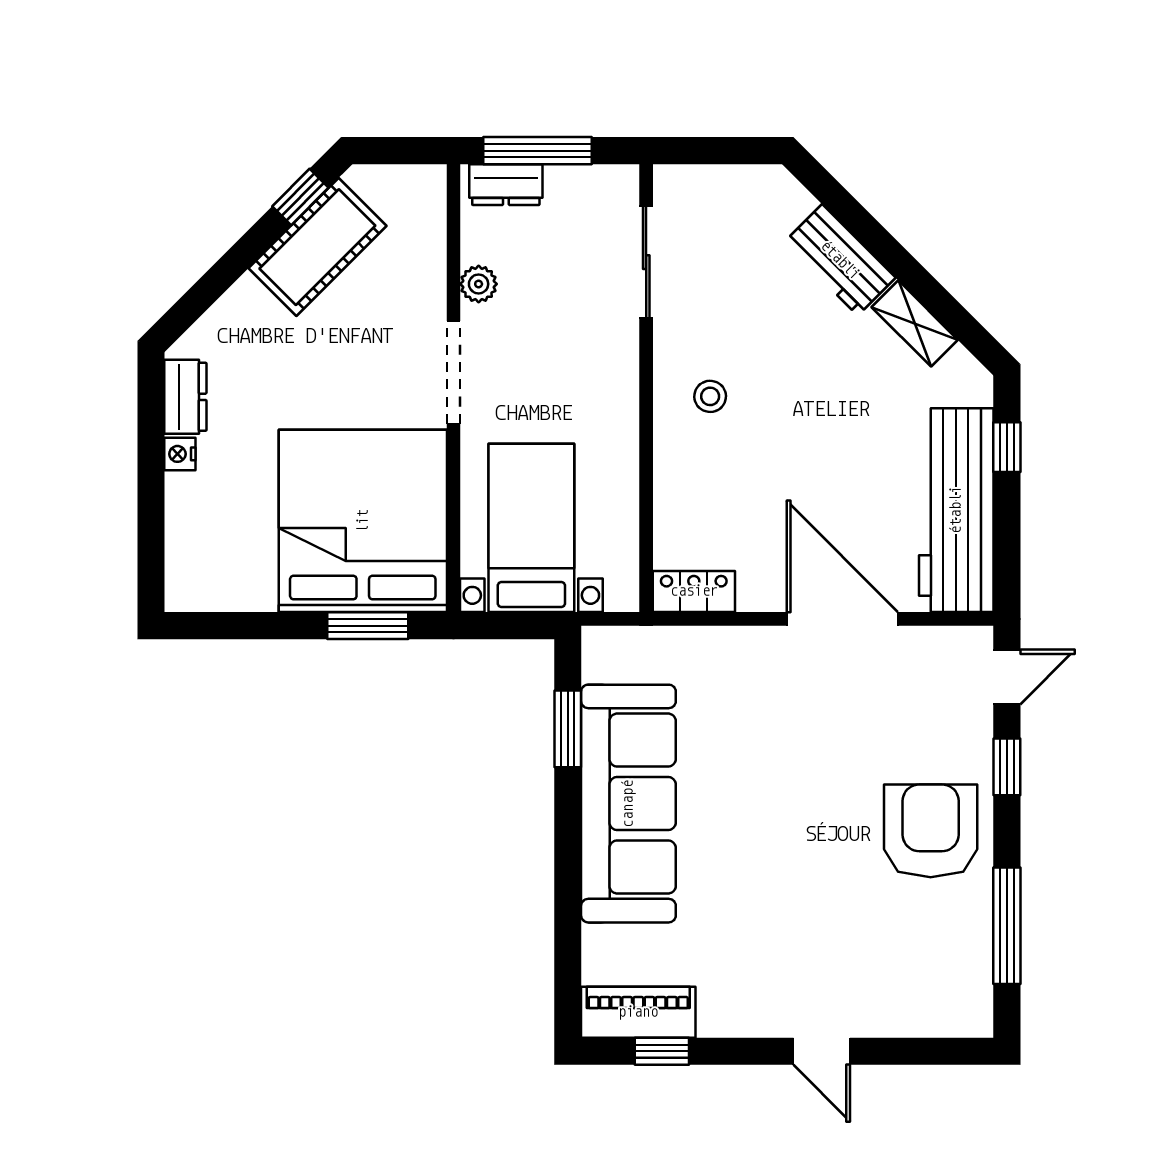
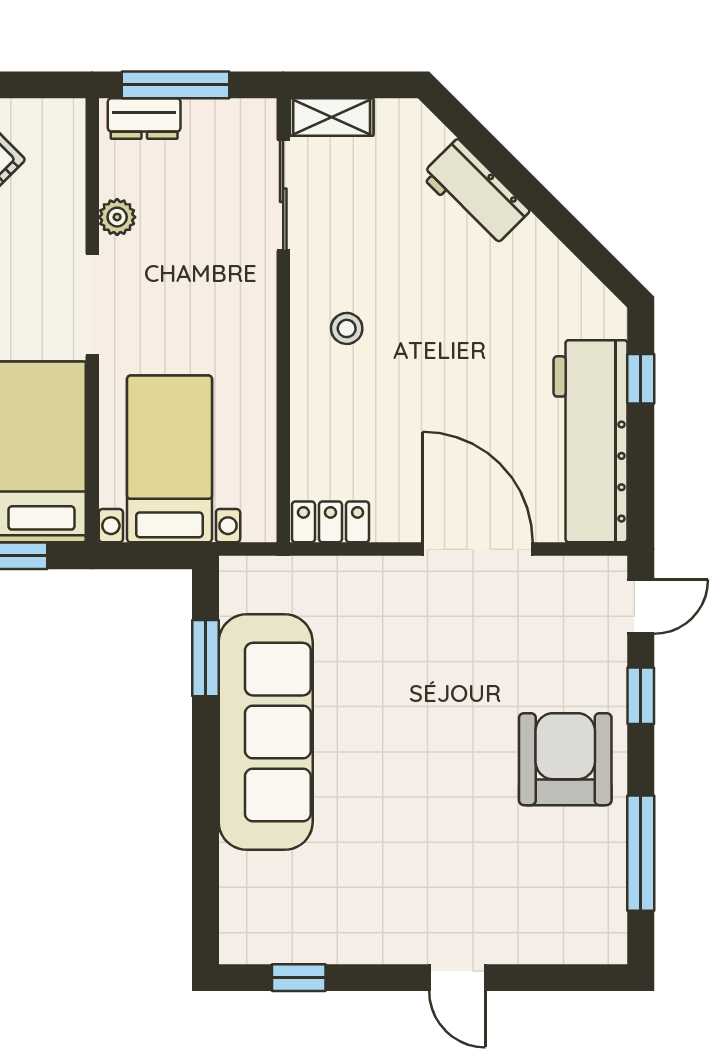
shelving: (915, 323) -> (332, 117), moved, turned -45
piano: (638, 1012) -> (275, 939), removed

